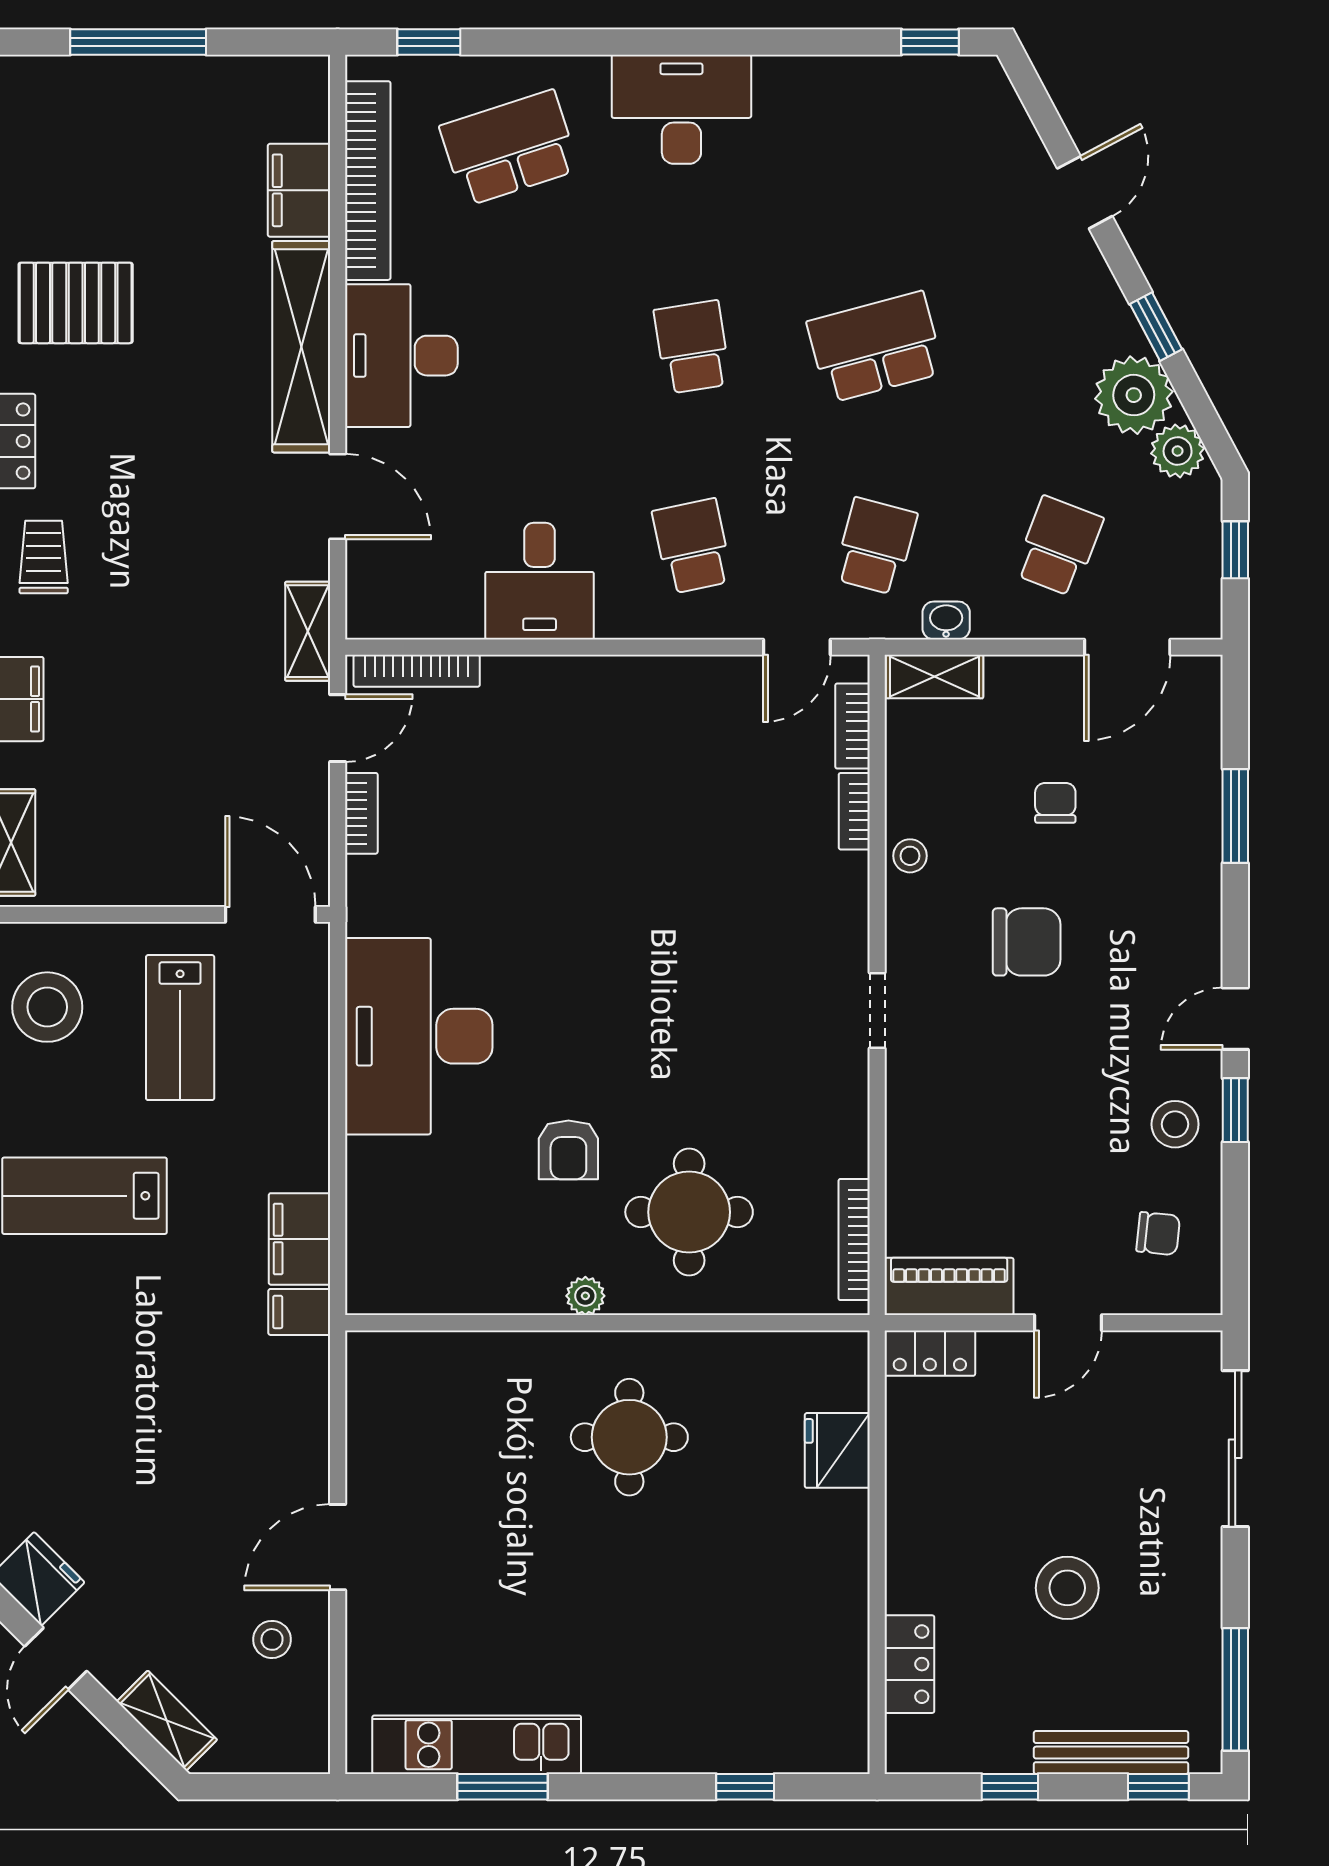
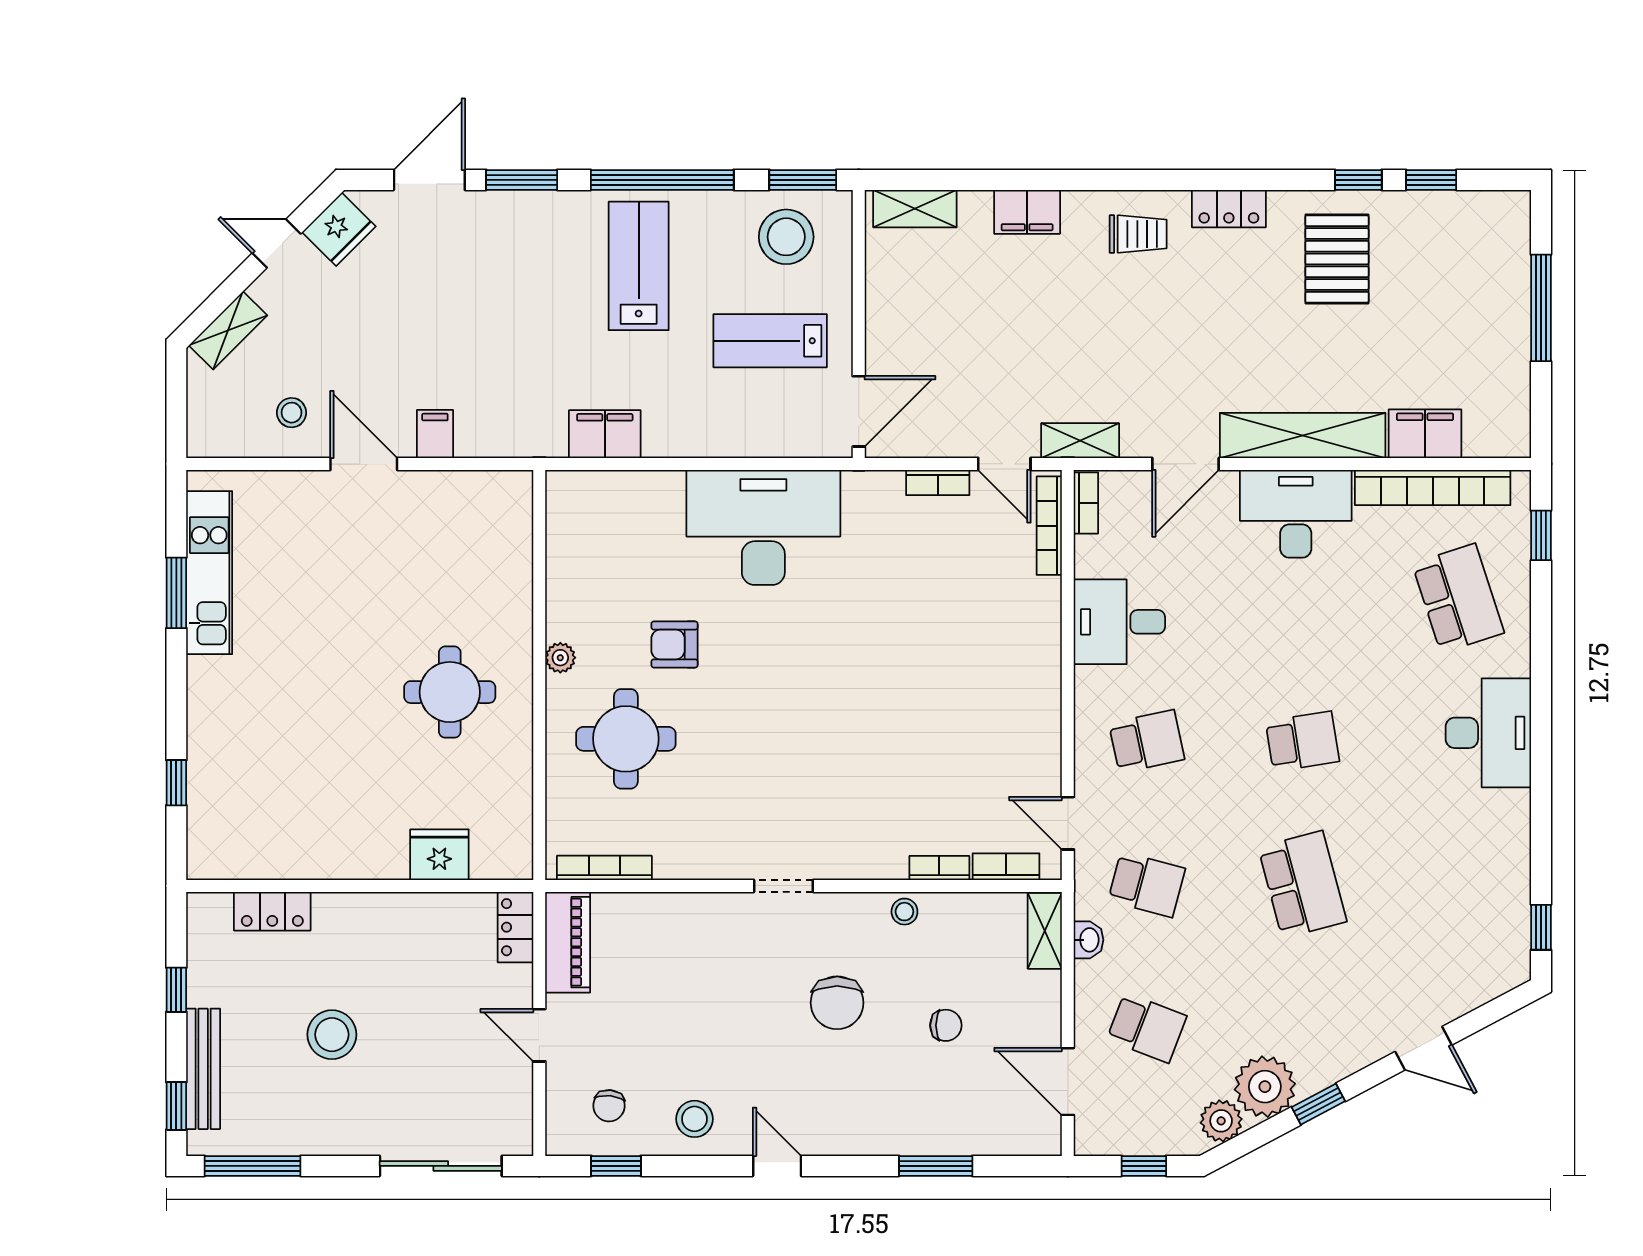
bookcase: (388, 624) -> (1086, 503), added
window: (1235, 1110) -> (616, 1166), moved
filing cabinet: (299, 1312) -> (435, 434), moved

